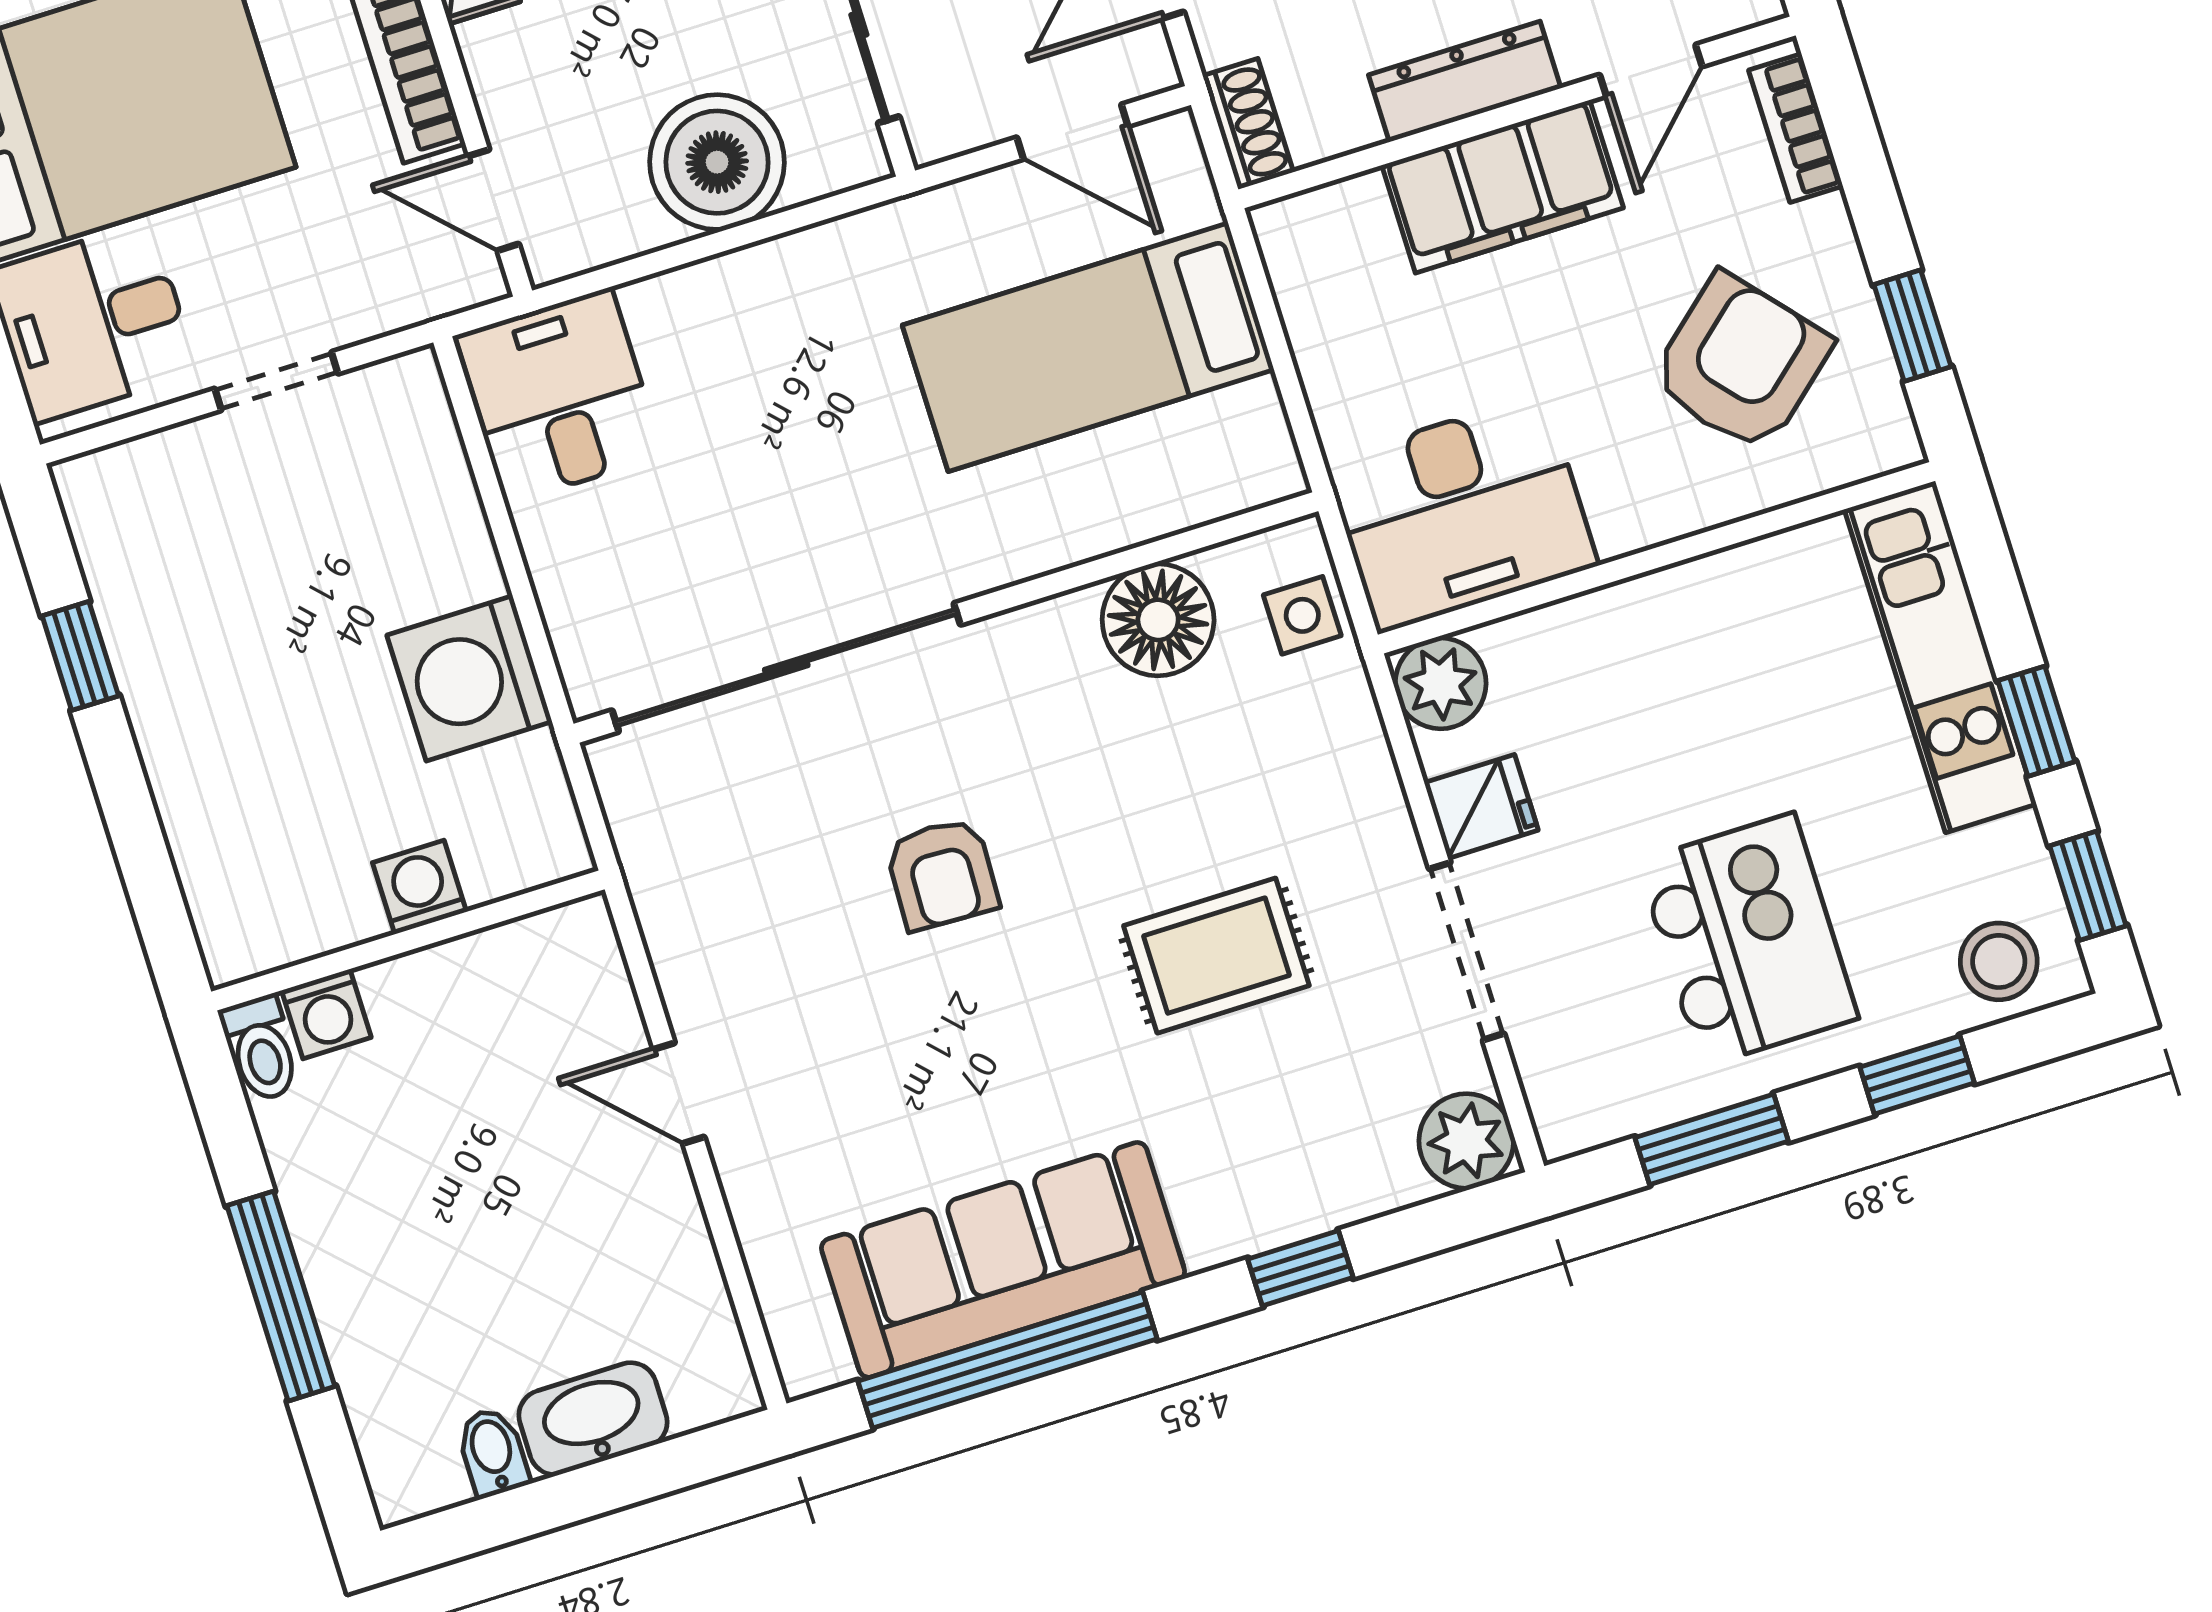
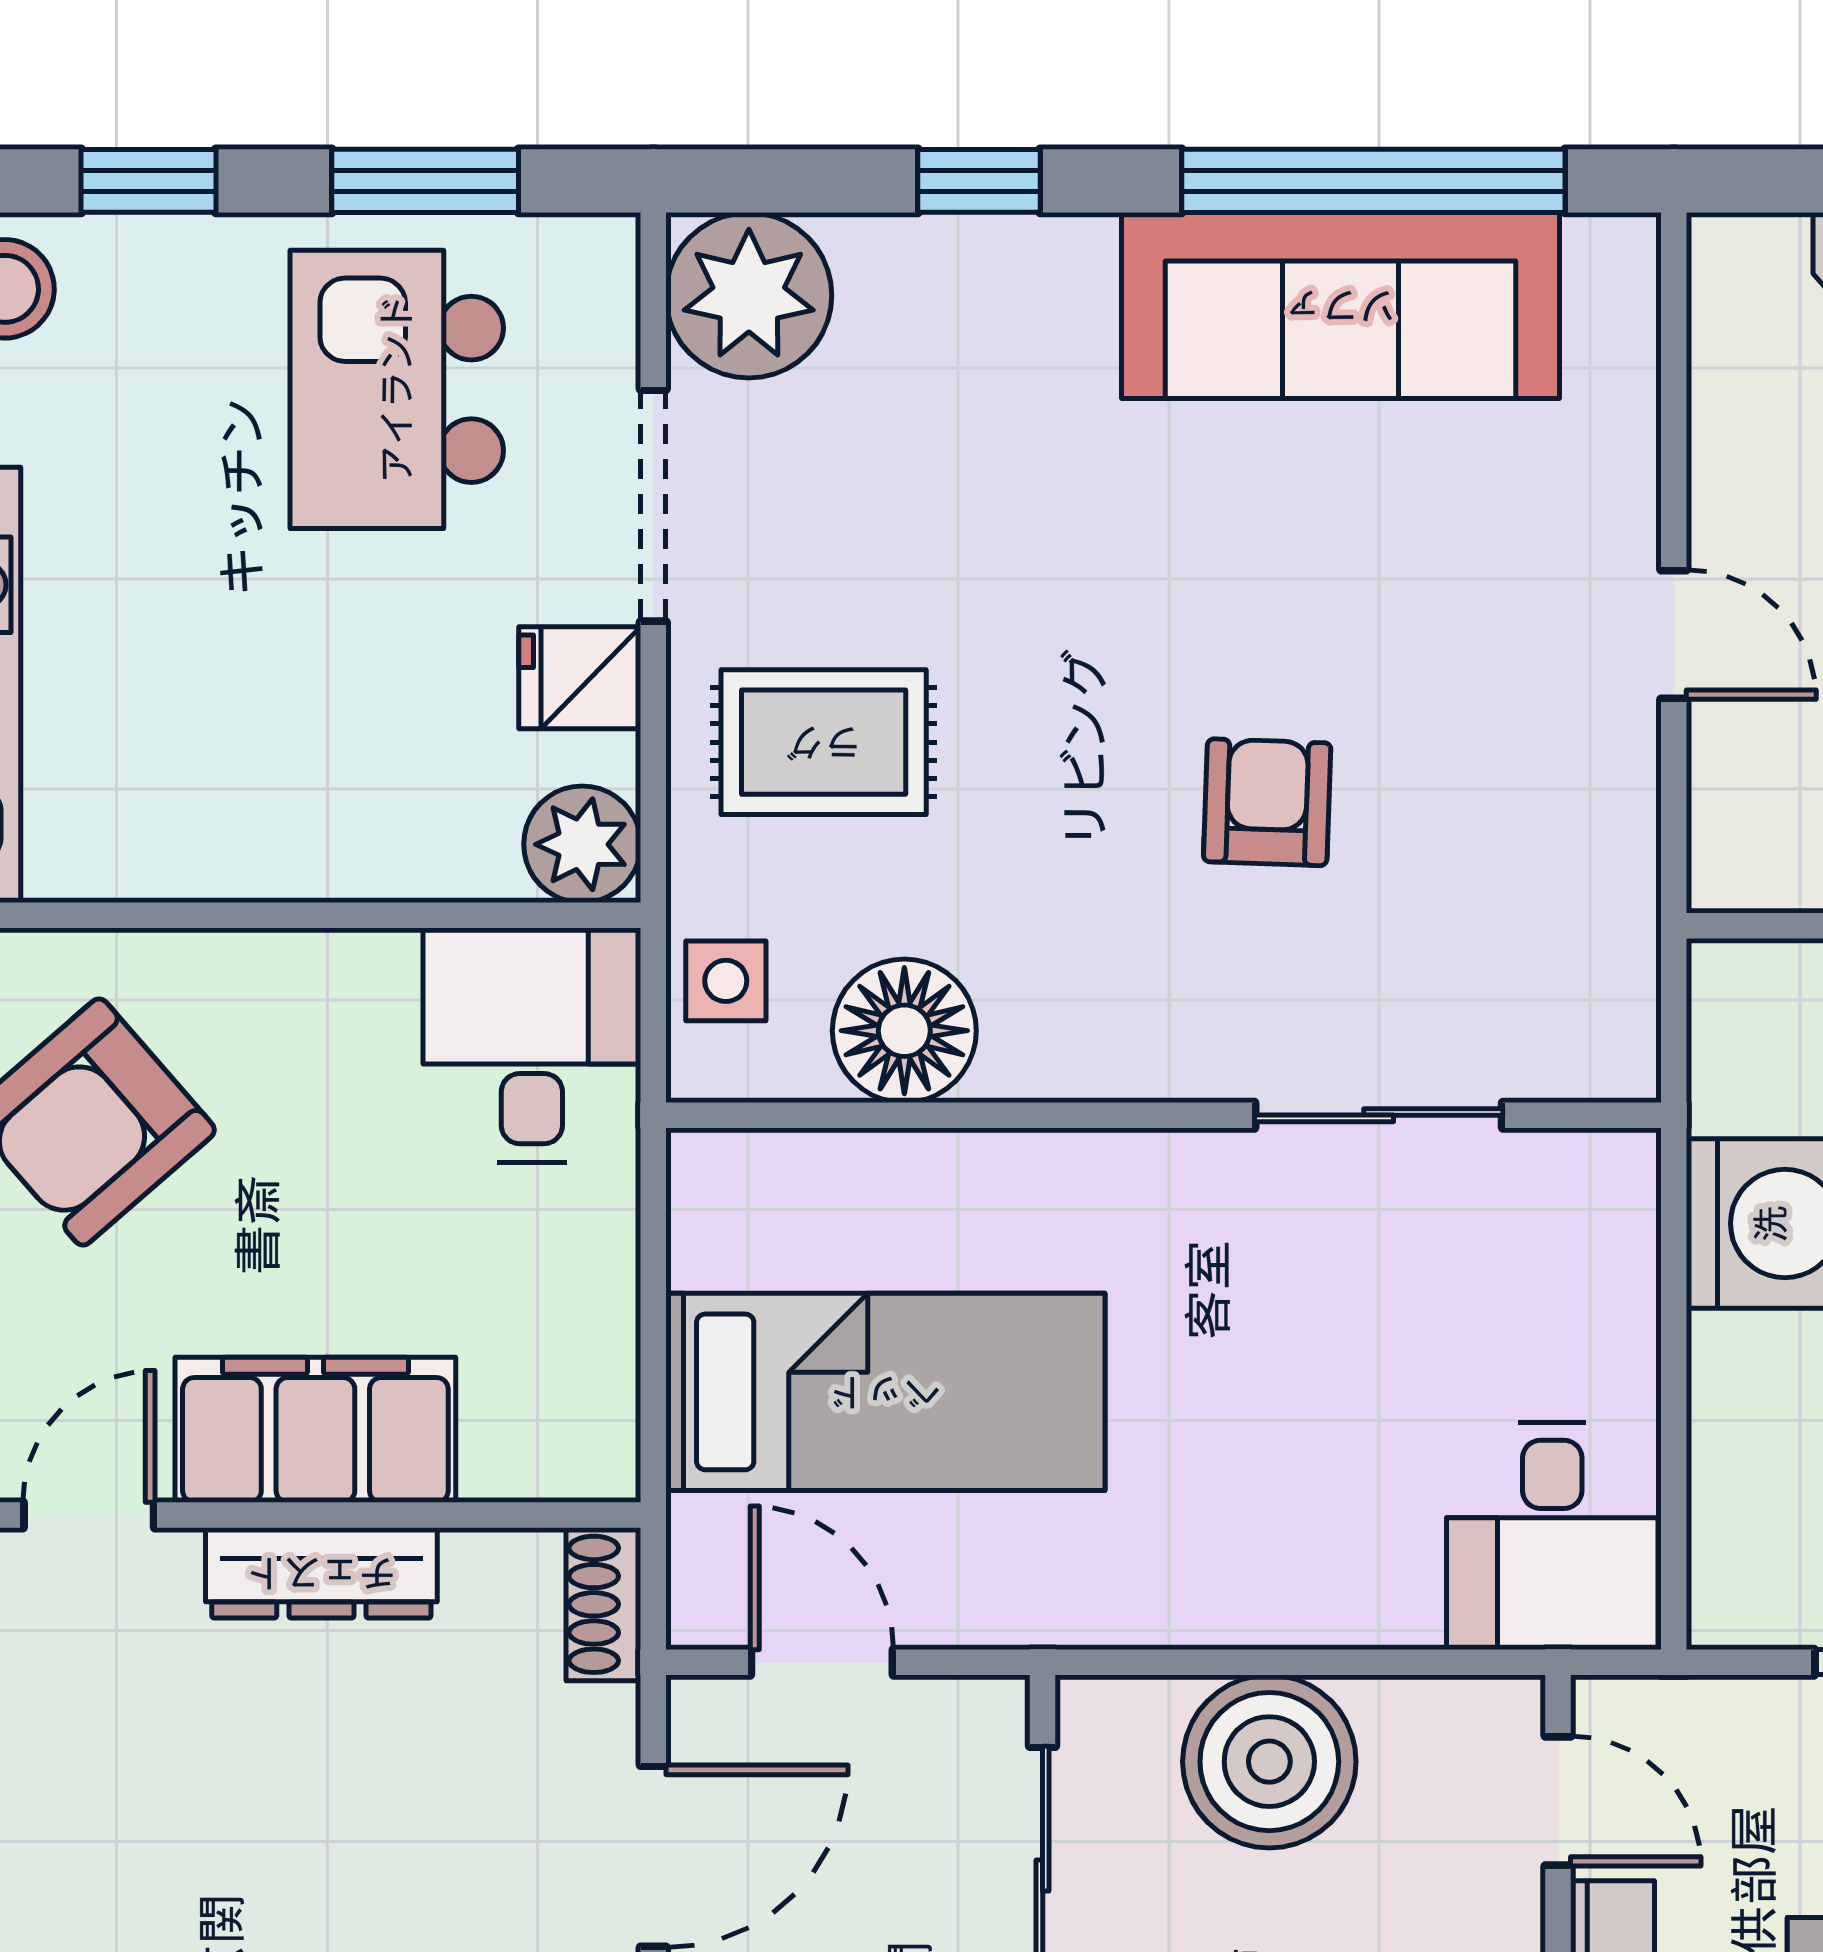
desk: (1461, 513) -> (532, 1045), width x0.73
sliding door: (786, 667) -> (1379, 1115), width x0.54
kitchen island: (1748, 940) -> (397, 389), moved
rug: (1216, 956) -> (824, 742), moved
plant: (1466, 1141) -> (749, 295), width x1.36, depth x1.36

